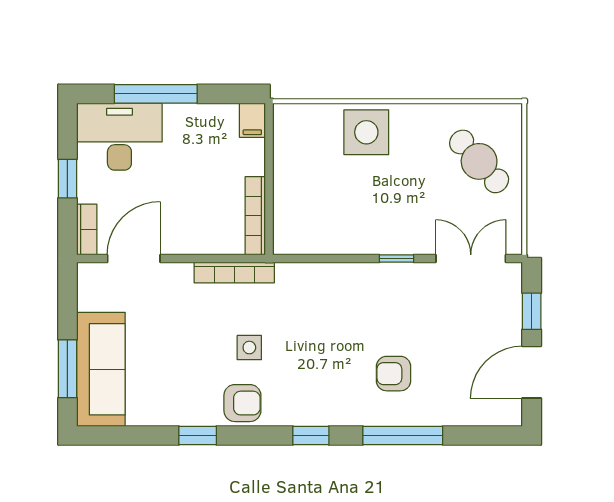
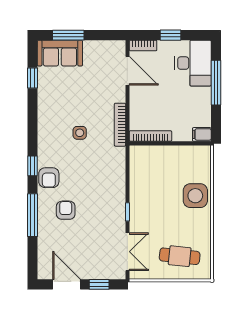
cafe table: (479, 161) -> (180, 256), turned 48
sofa: (101, 369) -> (60, 53), width x0.73
armchair: (242, 403) -> (49, 178), moved
window: (198, 436) -> (32, 78), moved

